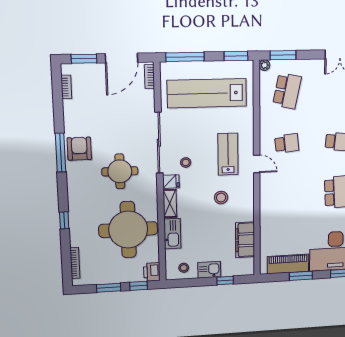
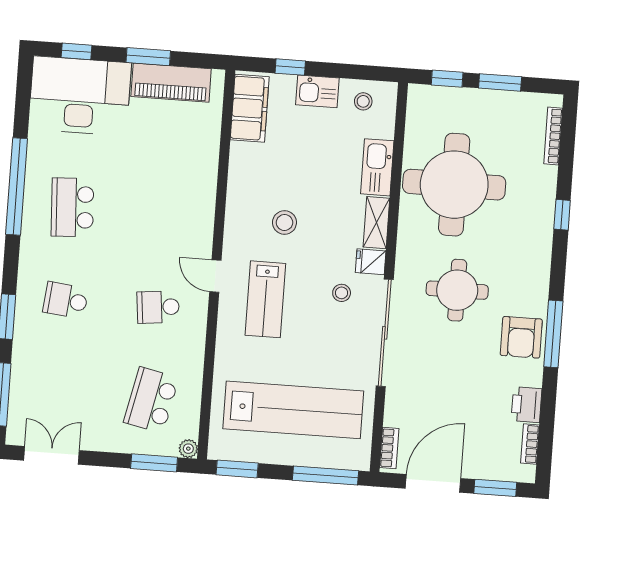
filing cabinet: (245, 240) -> (250, 108), moved
printer: (152, 272) -> (527, 405), moved, turned 180

